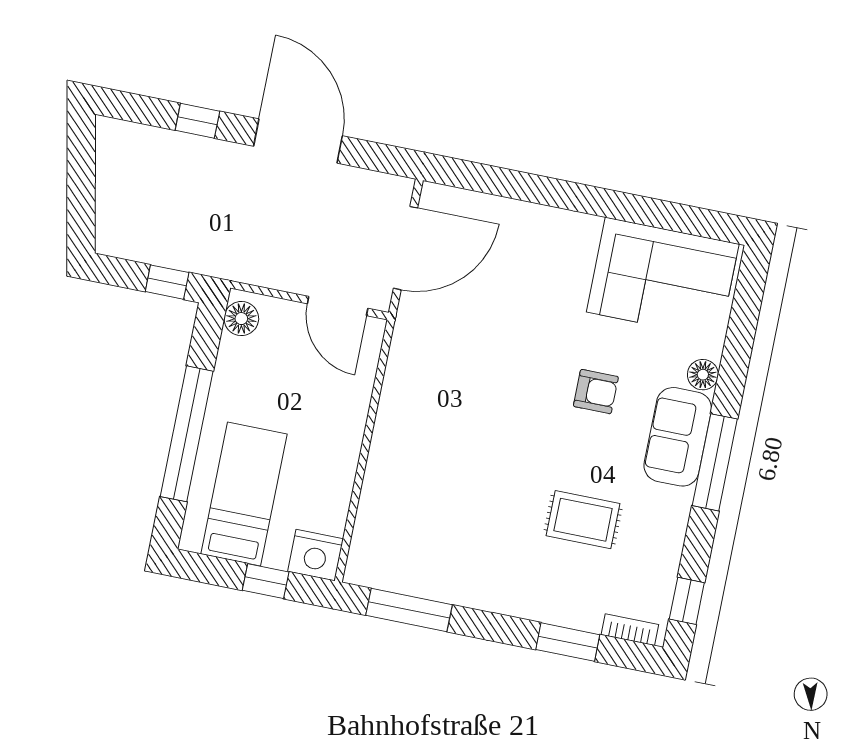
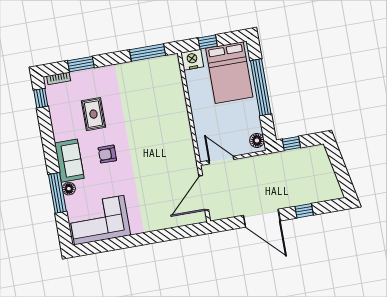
armchair: (596, 392) -> (107, 154), moved
window: (715, 462) -> (57, 193), moved
bed: (244, 494) -> (229, 73), width x1.50
rug: (583, 520) -> (93, 114), turned 90

